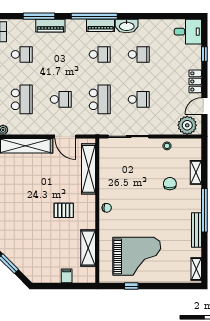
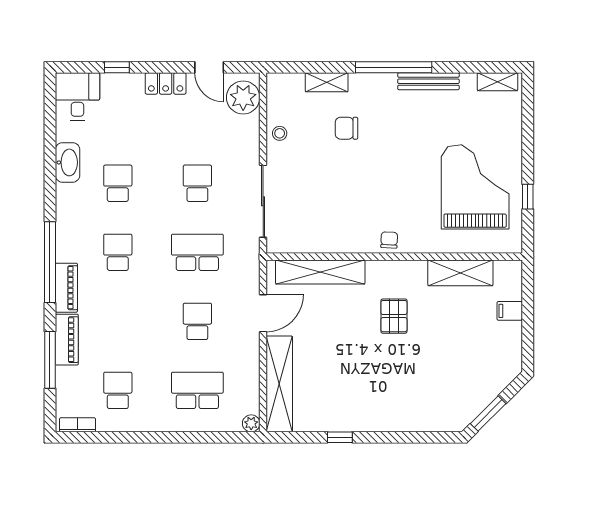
piano: (101, 25) -> (66, 288), moved
washbasin: (127, 26) -> (68, 162), moved

